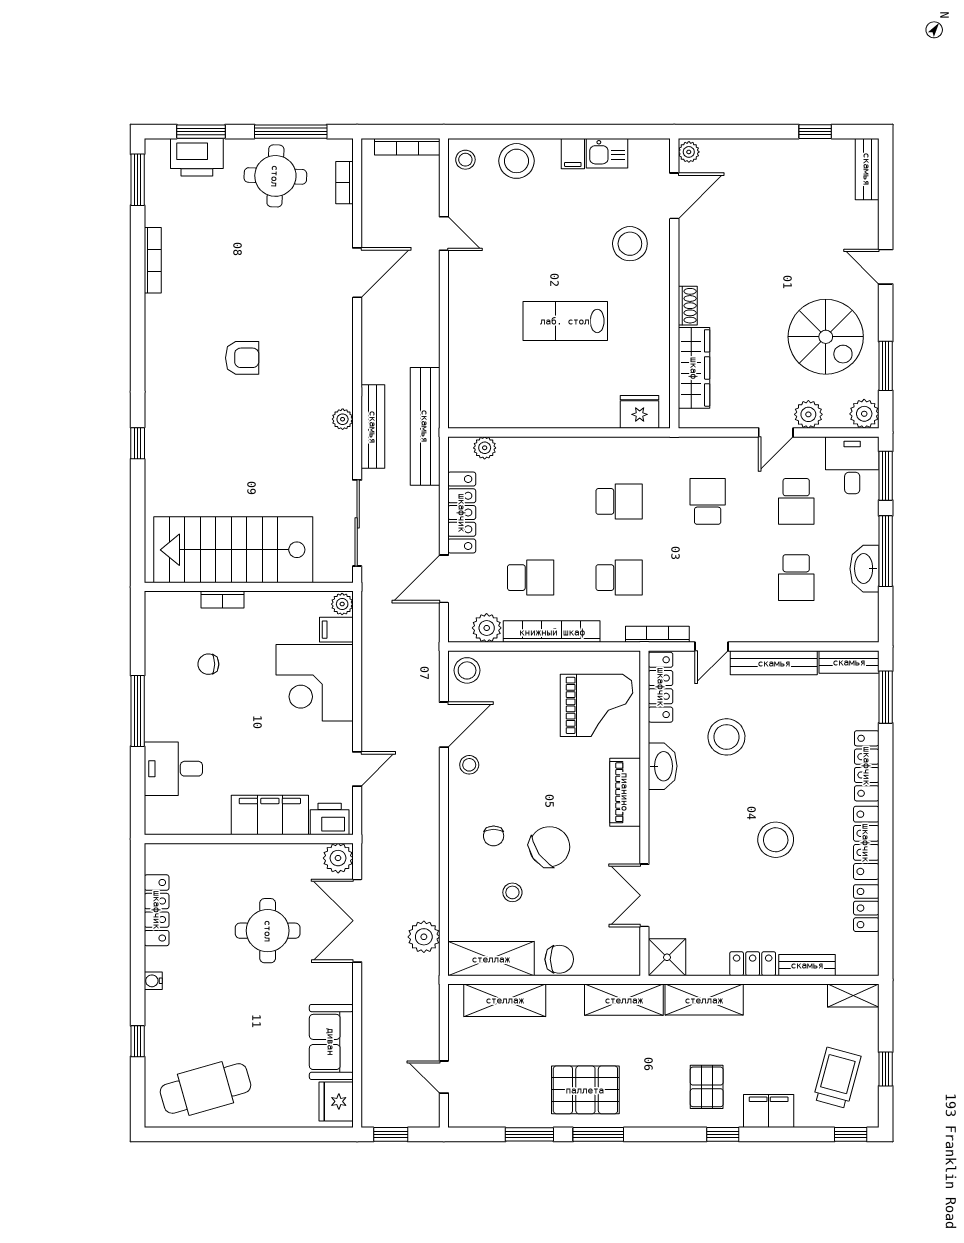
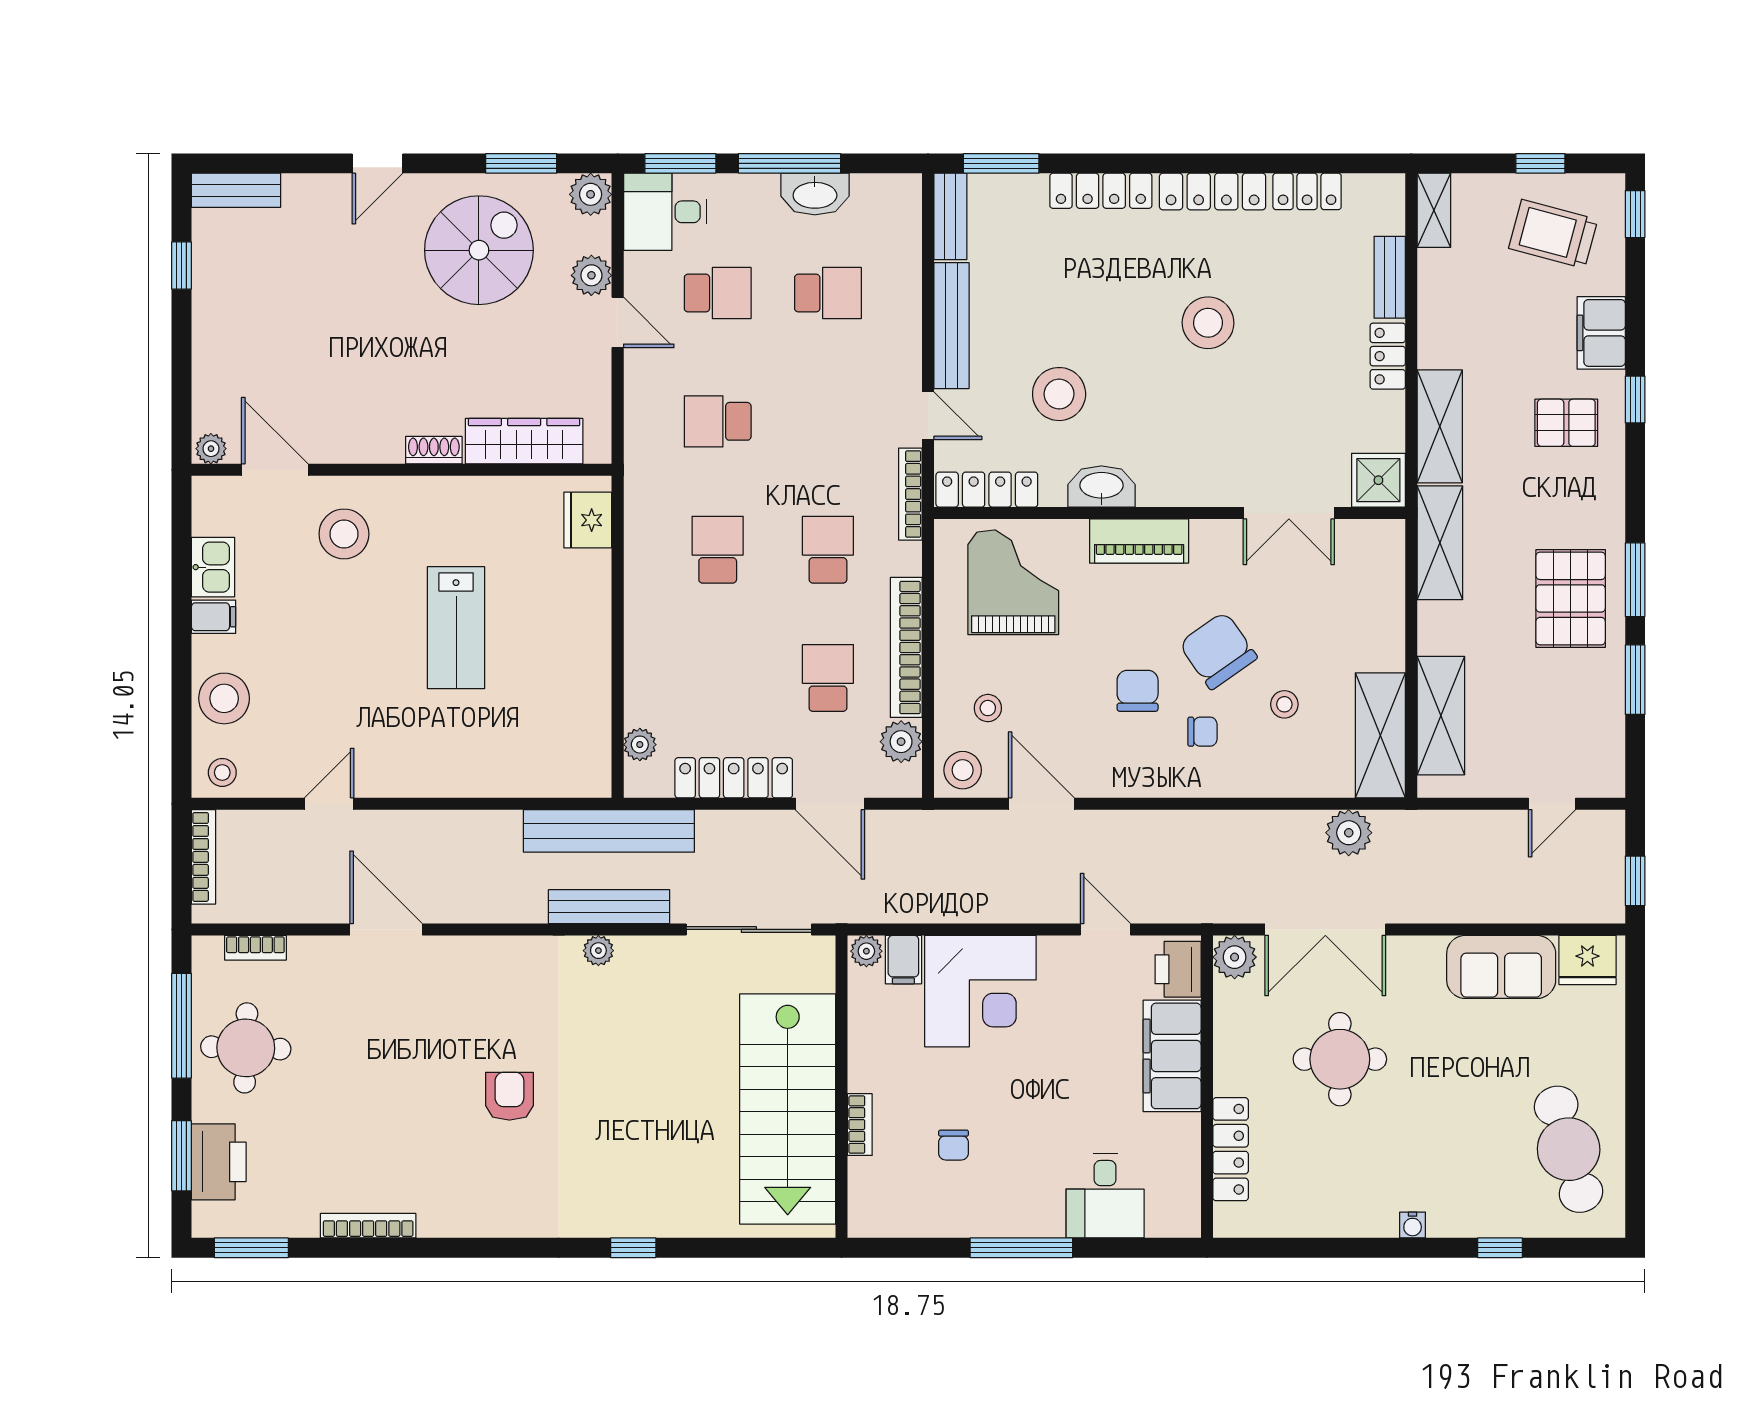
stool: (469, 765) -> (988, 708), moved
locker: (157, 910) -> (1231, 1149), moved, turned 90
chair: (559, 959) -> (1138, 691), moved

